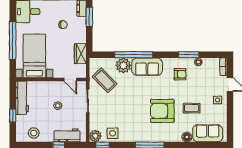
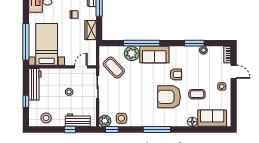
window: (13, 40) -> (26, 42), moved
wardrobe: (80, 54) -> (91, 30), moved
armchair: (180, 74) -> (176, 74), moved
door: (70, 79) -> (81, 67), swing flipped

